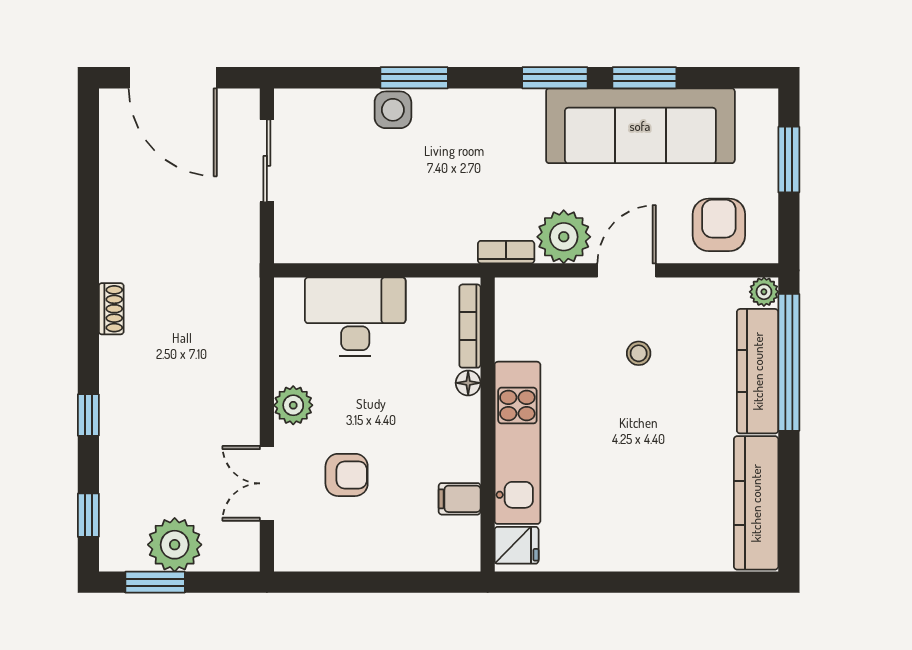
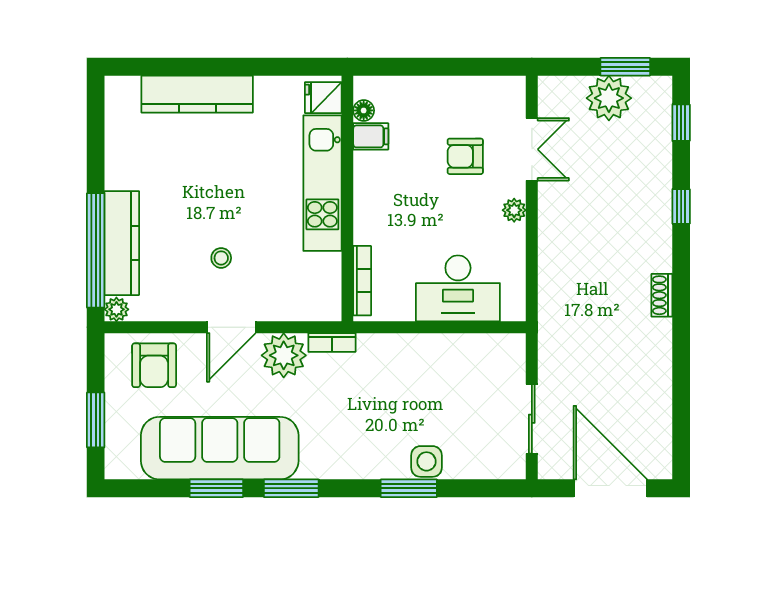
floor lamp: (468, 383) -> (364, 110), moved
plant: (293, 405) -> (514, 210), width x0.73, depth x0.73
kitchen counter: (756, 503) -> (197, 94), moved, turned 90

